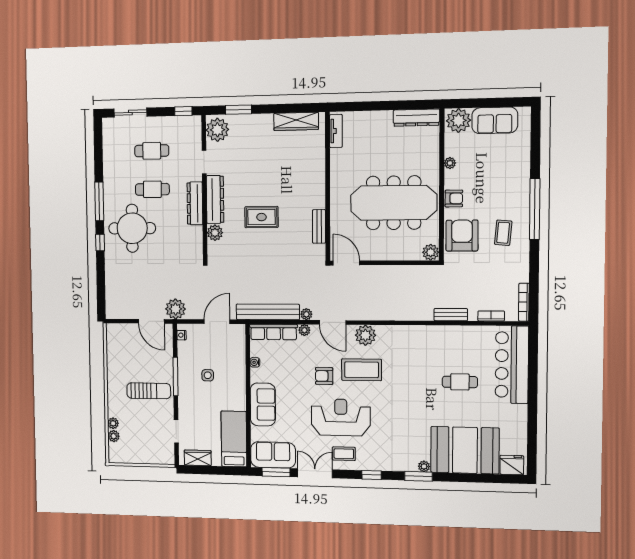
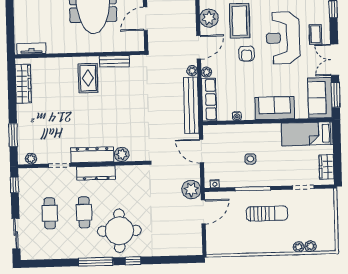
plant: (217, 130) -> (31, 159), width x0.53, depth x0.53
rug: (261, 217) -> (88, 78), moved
door: (346, 263) -> (145, 19), moved
sun lounger: (149, 391) -> (267, 214), turned 90

